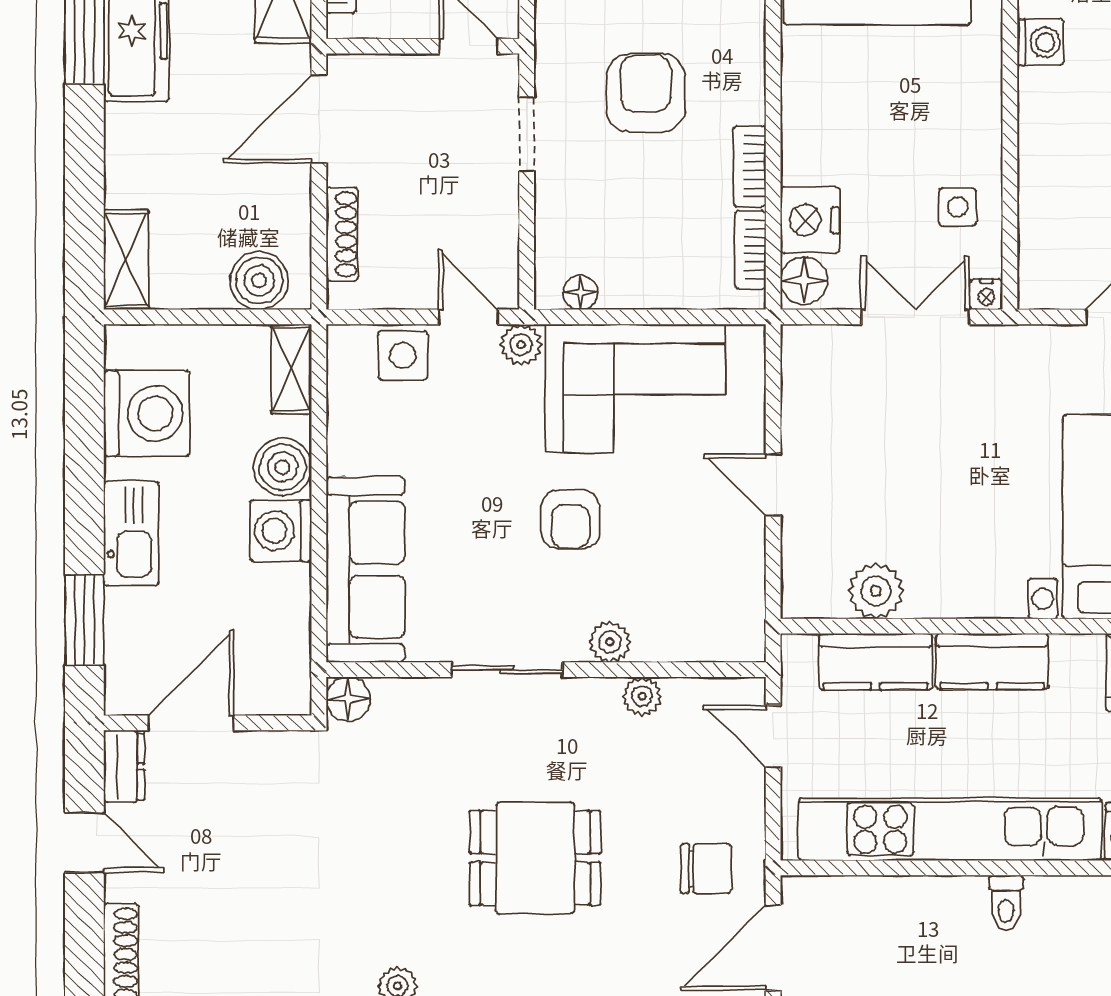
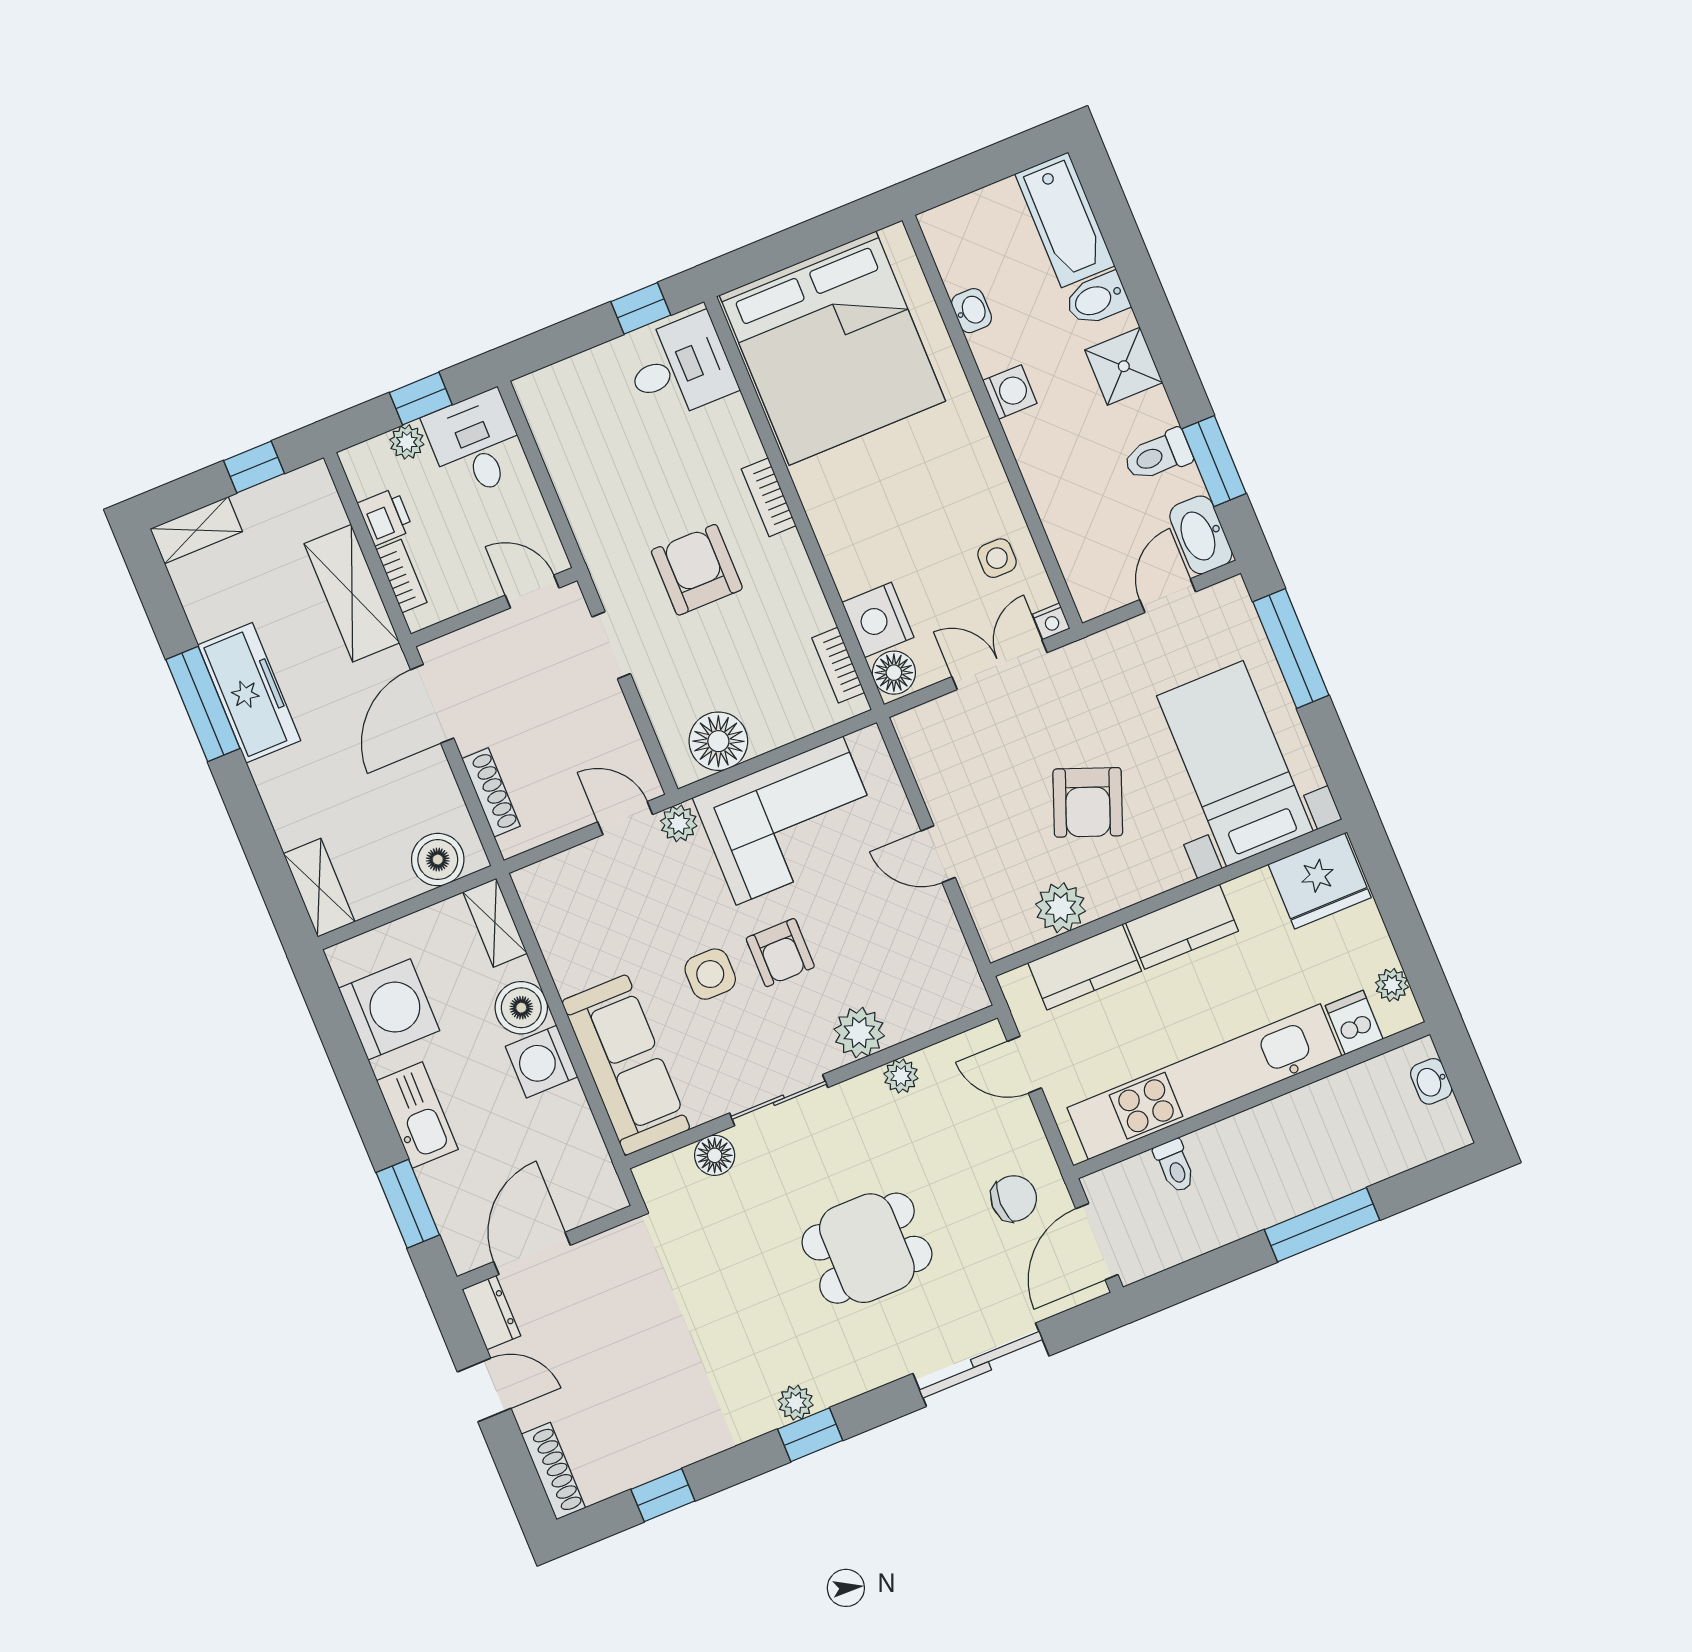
bookcase: (750, 166) -> (769, 497), moved
floor lamp: (581, 292) -> (718, 741), width x1.89, depth x1.89
side table: (403, 355) -> (710, 974), moved
armchair: (948, 495) -> (1088, 802), added
plant: (610, 642) -> (859, 1033), width x1.38, depth x1.38
floor lamp: (348, 699) -> (715, 1155), moved
toilet: (1006, 903) -> (1175, 1166), moved

